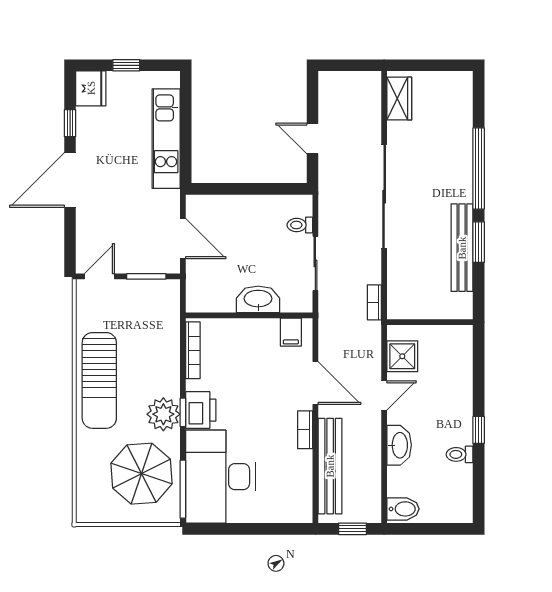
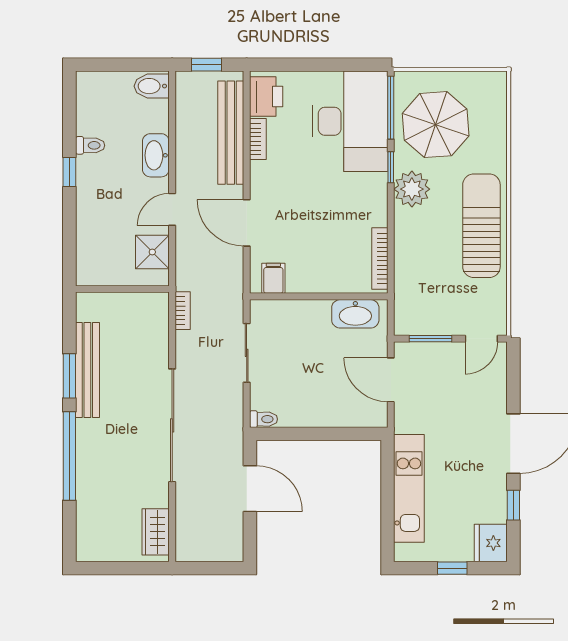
door: (313, 138) -> (250, 489), width x1.38
toilet: (300, 225) -> (263, 419), moved
washbasin: (258, 299) -> (355, 314), moved
printer: (201, 410) -> (266, 97), moved, turned 180
window: (183, 412) -> (391, 167), moved
bookcase: (305, 430) -> (258, 139), moved

